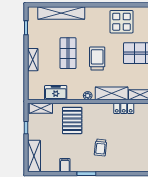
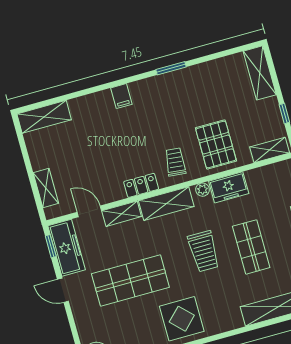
freezer: (56, 93) -> (229, 187), moved
trolley: (101, 148) -> (175, 162), moved
filing cabinet: (65, 165) -> (121, 96), moved

